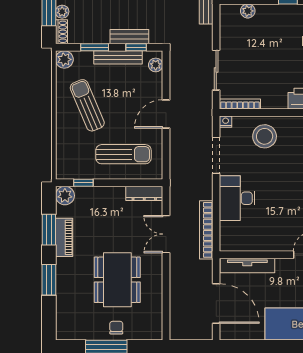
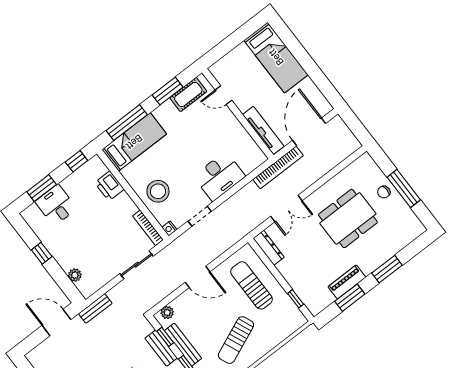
doorway: (216, 155) -> (200, 216), width x0.73
plant: (65, 196) -> (315, 305), removed
bookcase: (206, 230) -> (278, 167), moved

